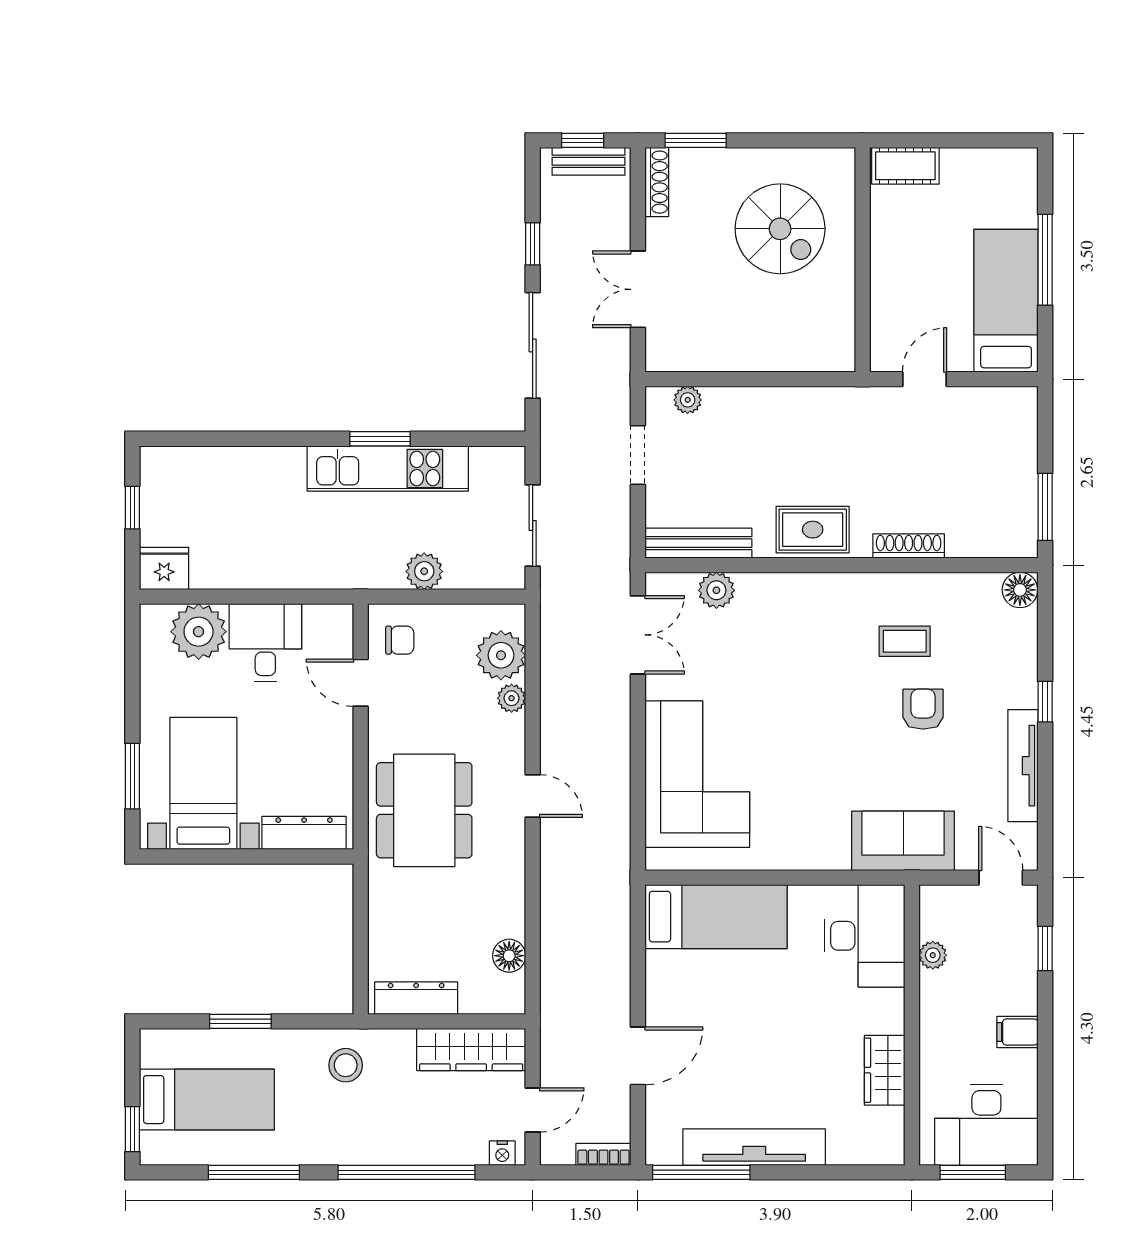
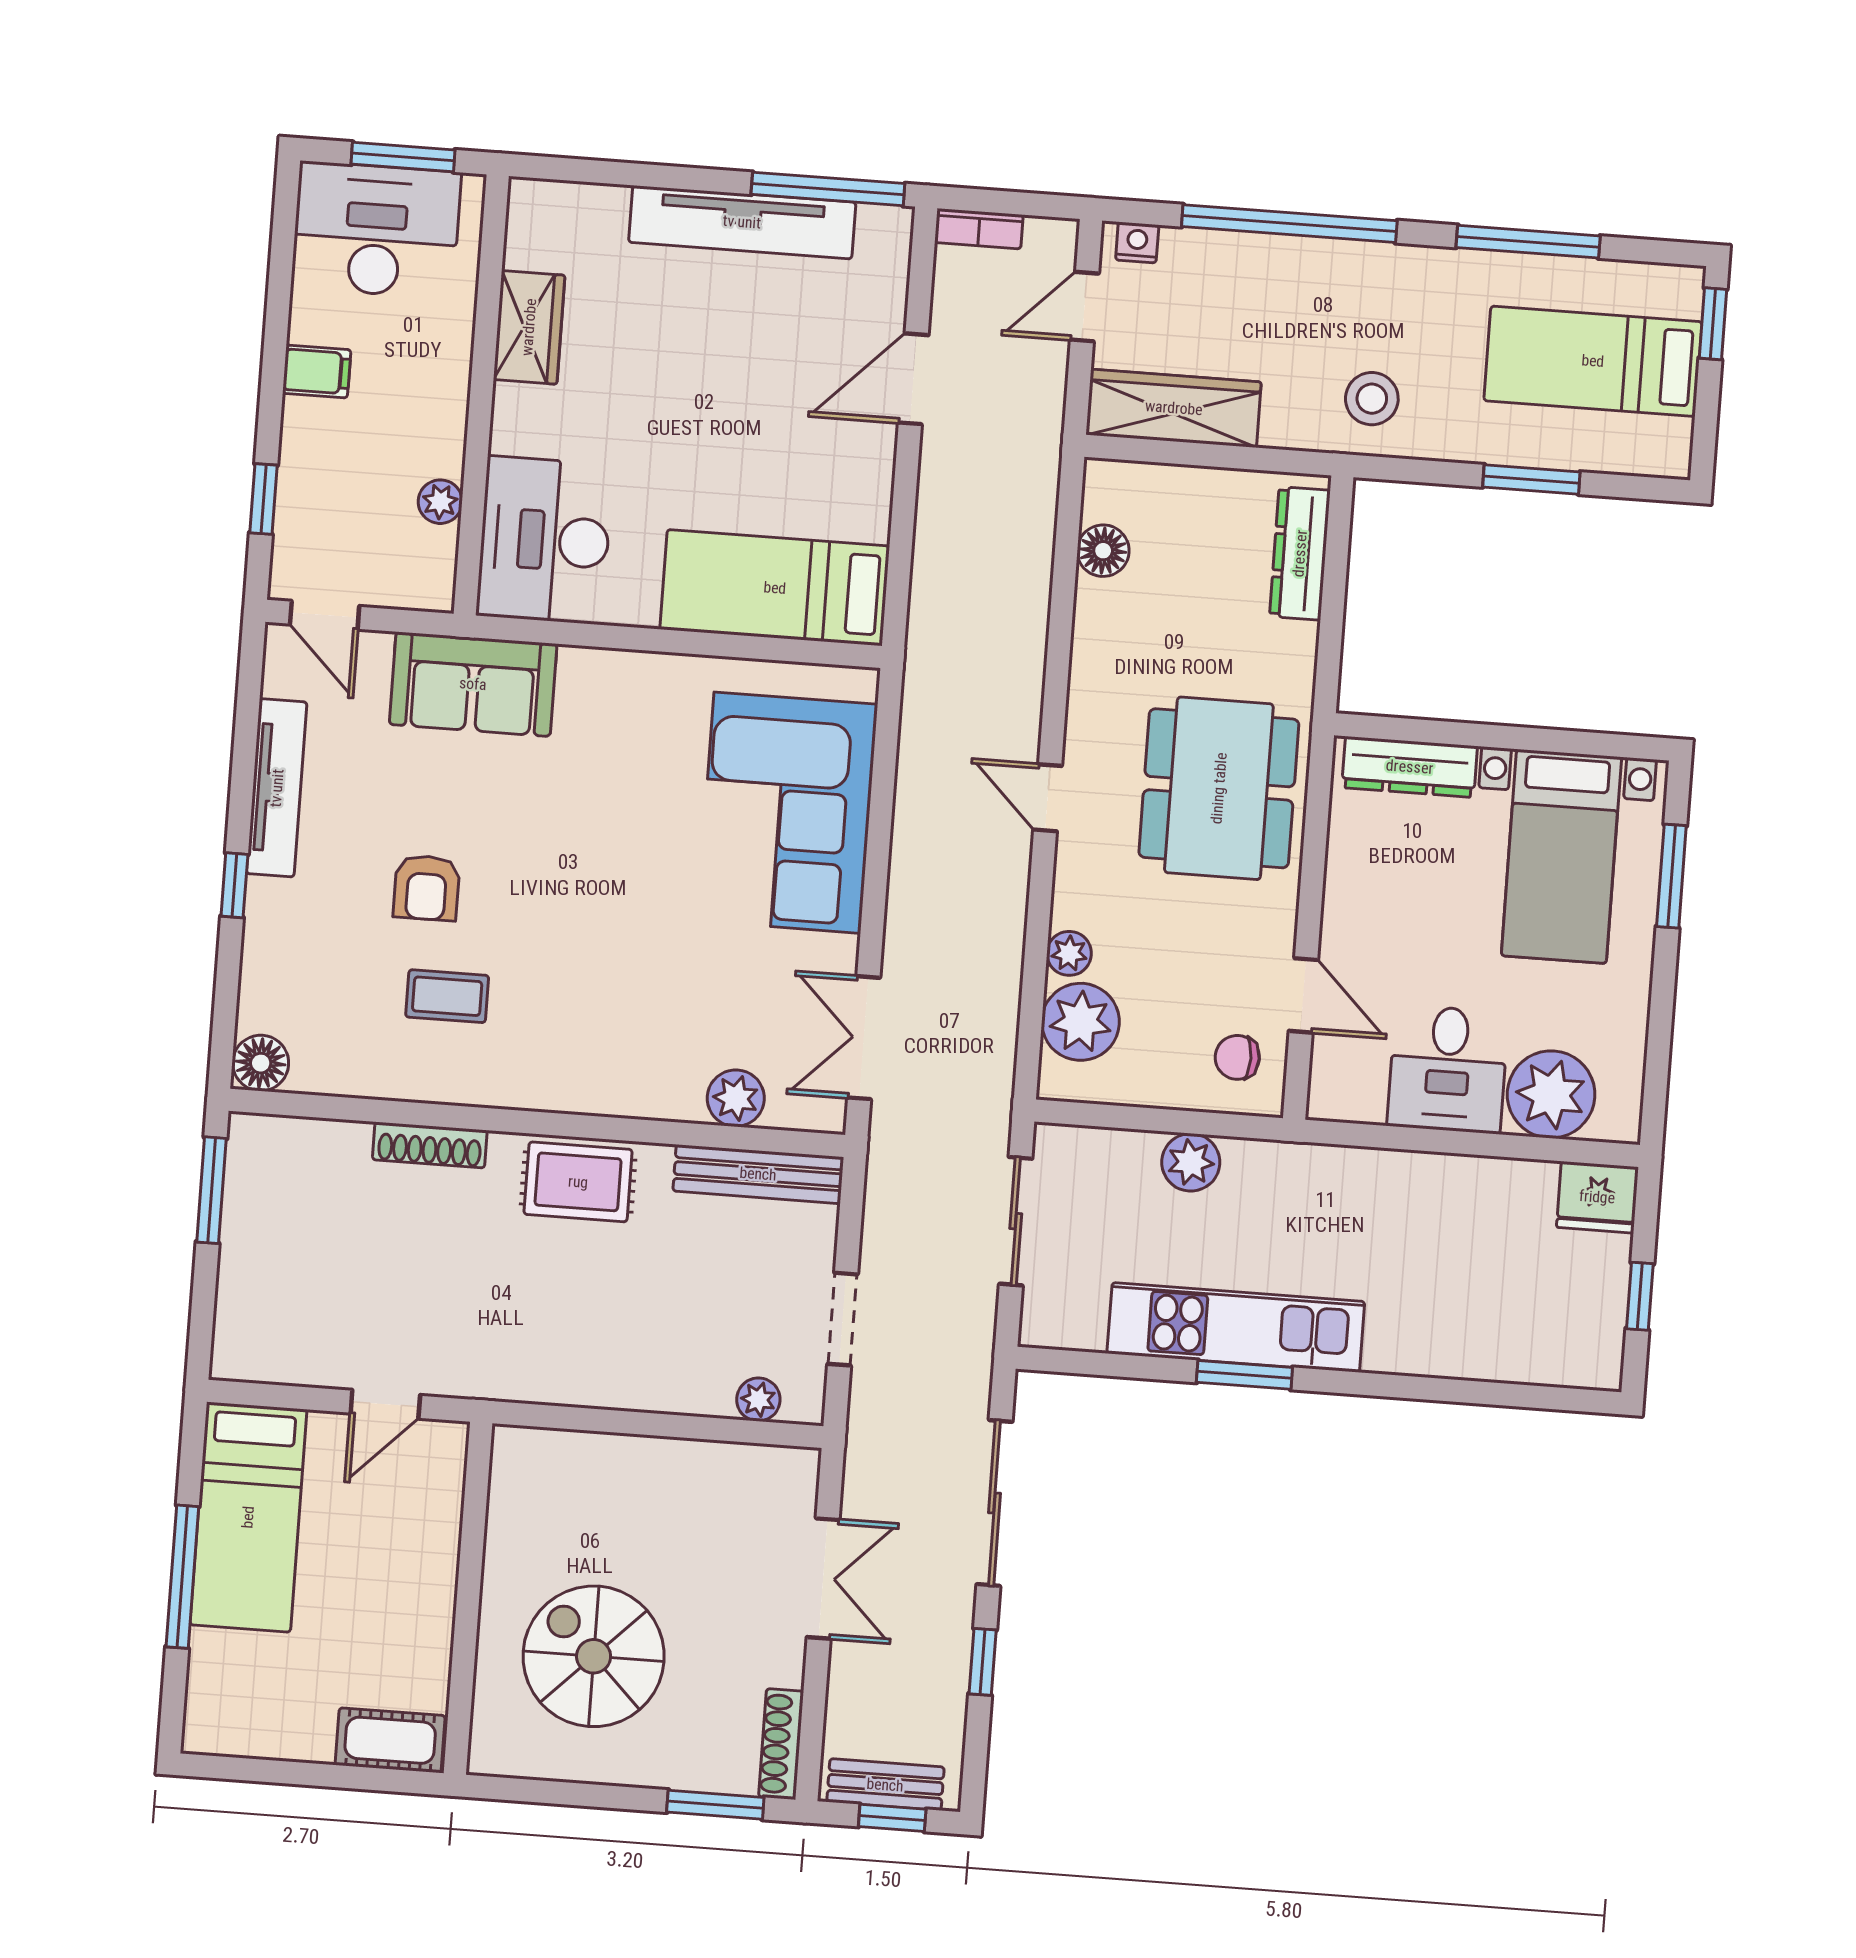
dresser: (416, 998) -> (1300, 553), moved, turned 90

